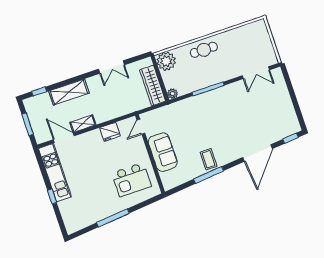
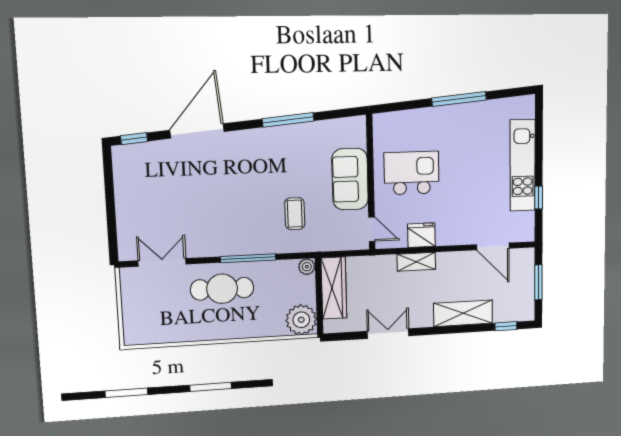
cafe table: (204, 50) -> (222, 289), moved, width x1.37, depth x1.35
shelving: (83, 124) -> (416, 262), moved
door: (141, 127) -> (372, 229), hinge flipped
coffee table: (209, 159) -> (295, 214), moved
kitchen unit: (55, 173) -> (523, 165), moved
kitchen island: (132, 180) -> (412, 173), moved
window: (52, 196) -> (539, 197), moved

